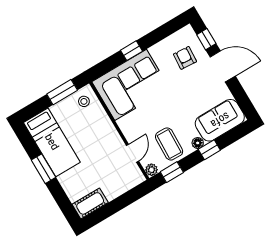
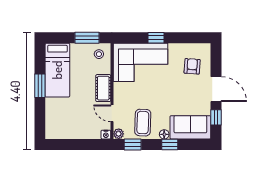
window: (206, 39) -> (216, 117), moved
door: (133, 153) -> (112, 113), swing flipped
nightstand: (139, 178) -> (106, 135), added
cot: (90, 203) -> (103, 88), moved, turned 90

